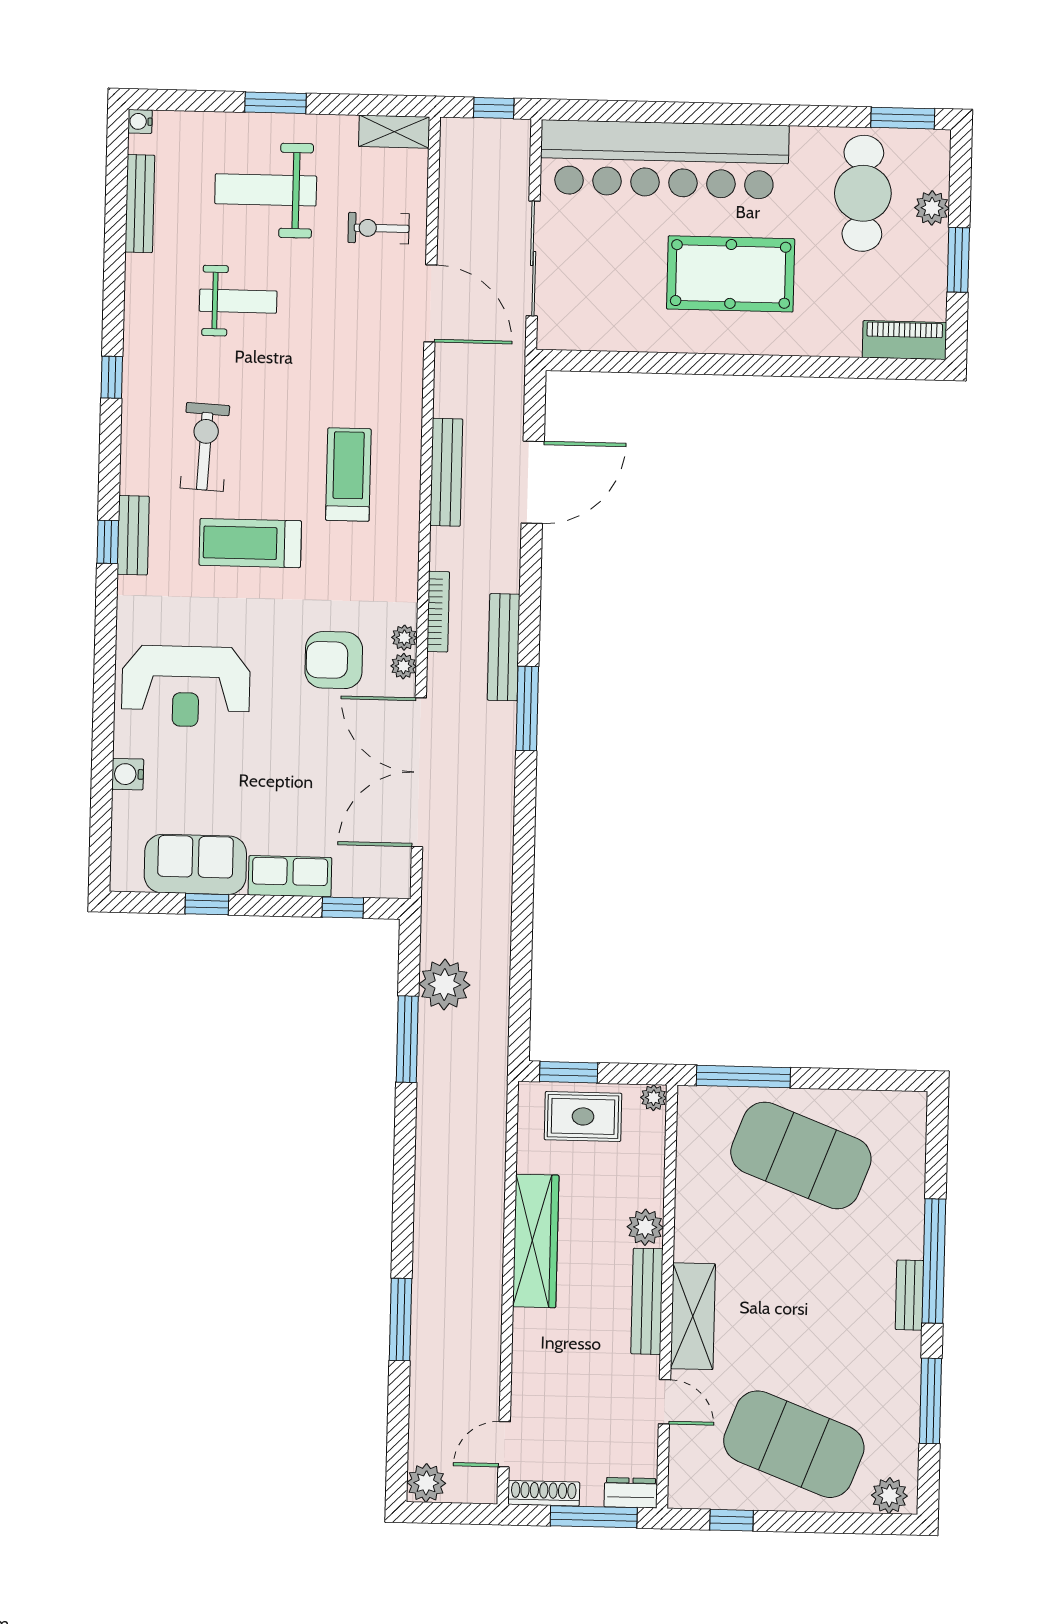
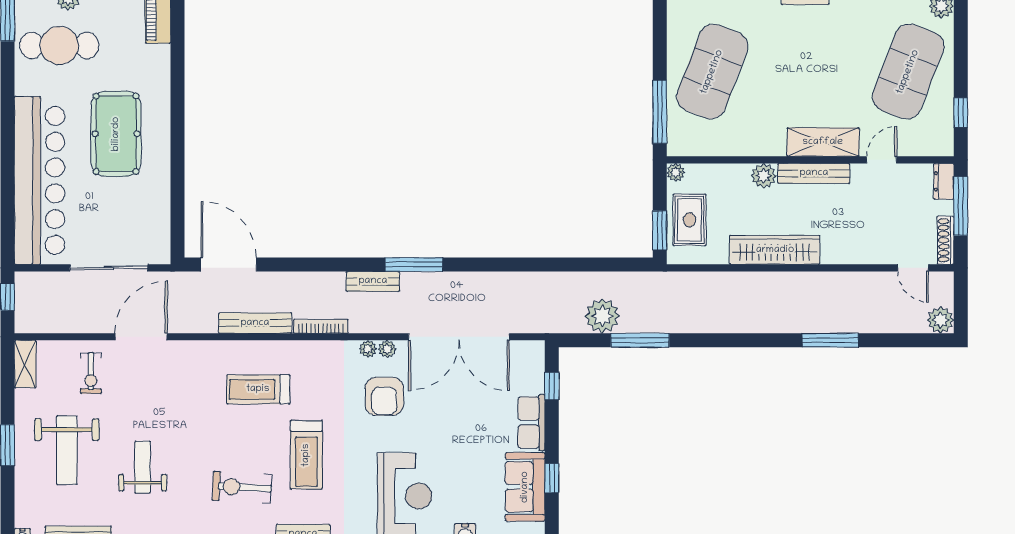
door: (533, 482) -> (229, 264), moved
bookcase: (438, 612) -> (321, 326), moved
bench: (504, 647) -> (373, 281), width x0.73

